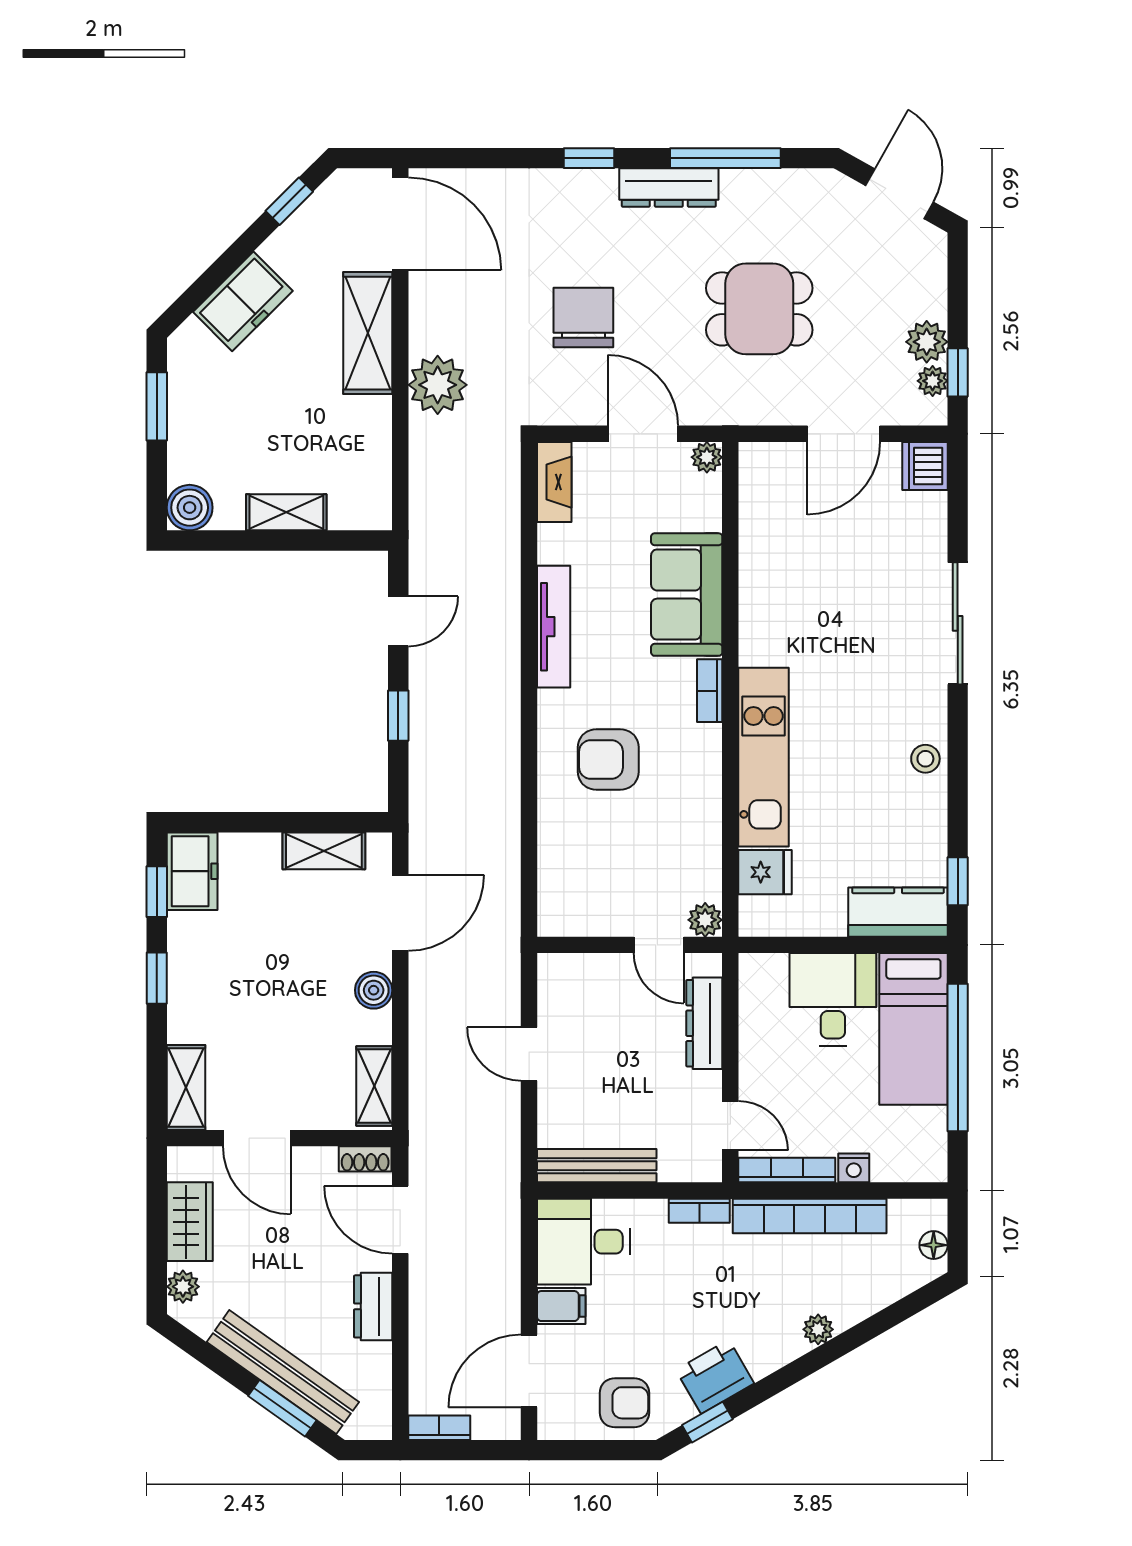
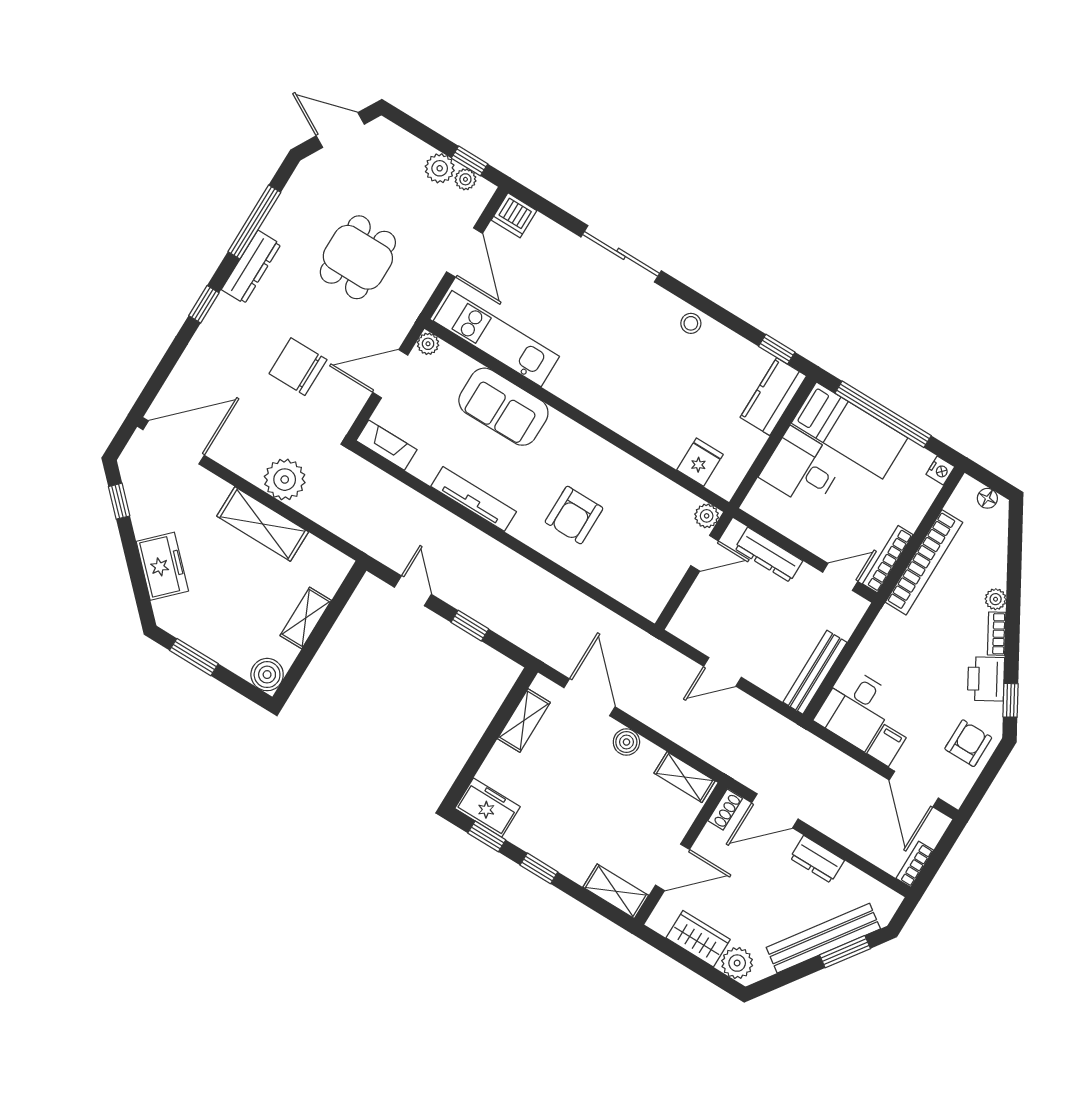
shelving: (368, 333) -> (263, 524), moved
bookcase: (710, 691) -> (570, 428), removed
kitchen unit: (764, 757) -> (496, 339), moved
nightstand: (854, 1168) -> (940, 471), moved
bookcase: (699, 1211) -> (997, 634), moved, turned 150
plant: (183, 1287) -> (737, 963), width x1.38, depth x1.38

